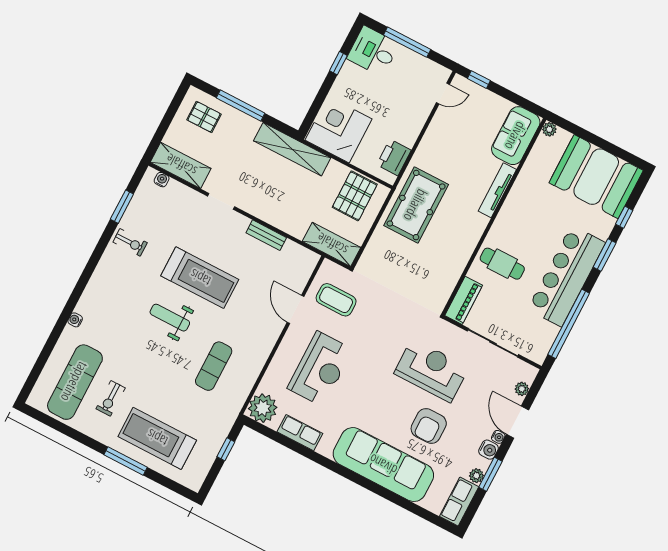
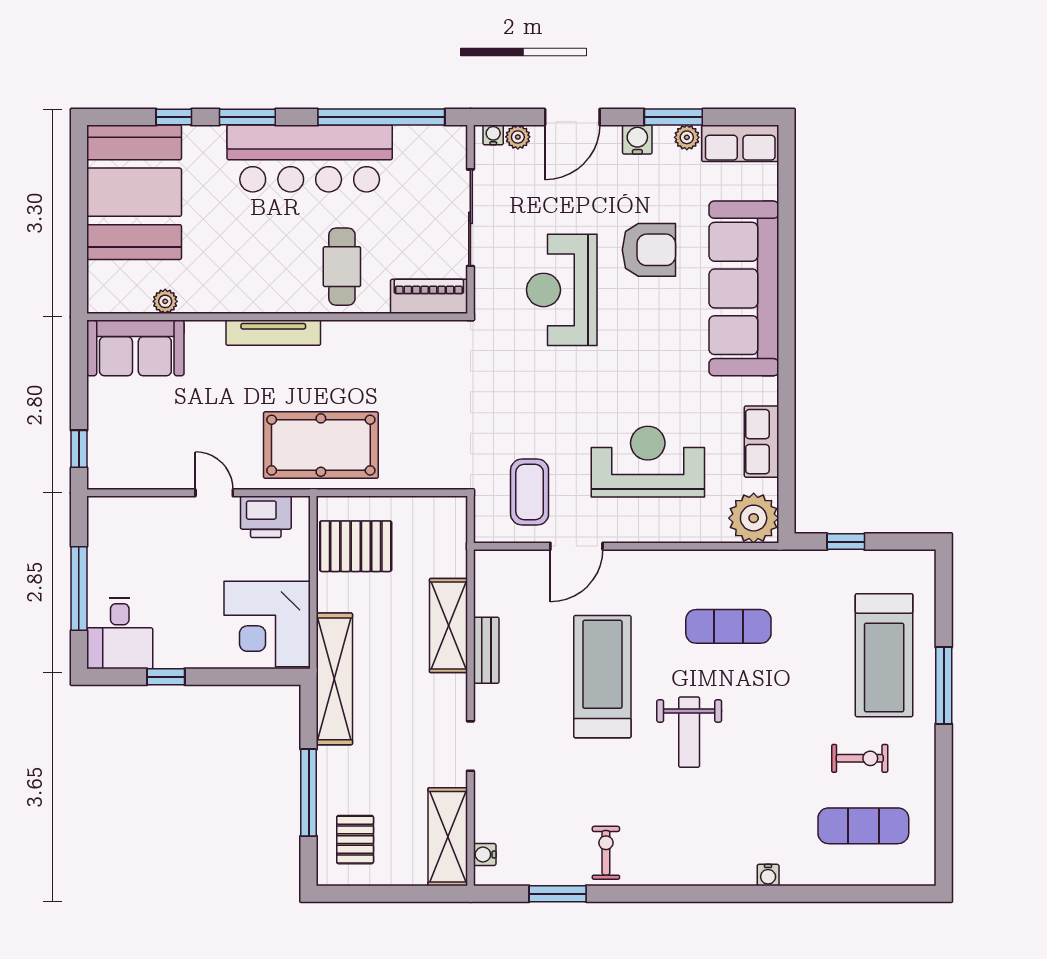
door: (443, 94) -> (214, 493), moved
plant: (549, 129) -> (165, 301), moved
tv unit: (497, 190) -> (273, 333), moved
shelving: (332, 244) -> (448, 626), moved
treadmill: (200, 278) -> (602, 677), moved
exercise mat: (75, 382) -> (863, 826), width x0.73, depth x0.69
water cooler: (498, 437) -> (493, 135), moved

